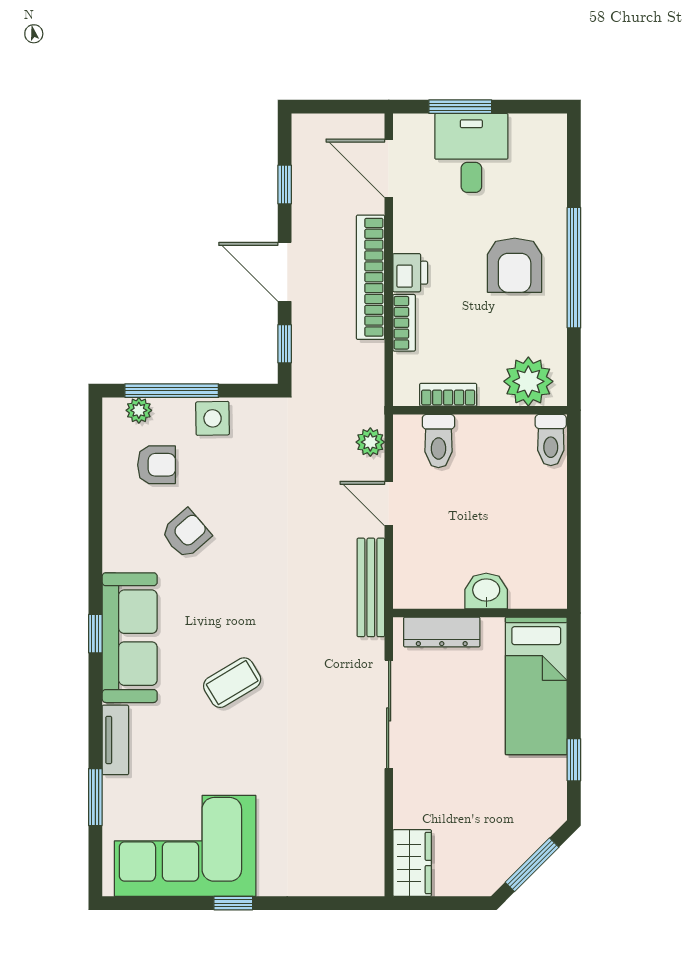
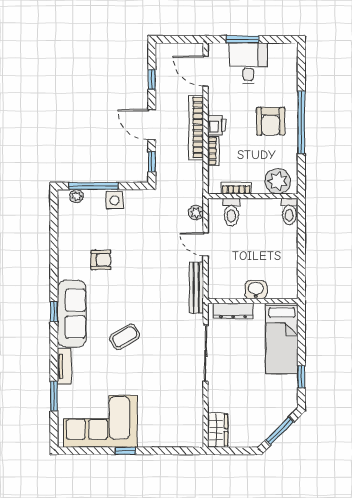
armchair: (157, 465) -> (86, 224), removed
armchair: (186, 534) -> (101, 260), turned 41

